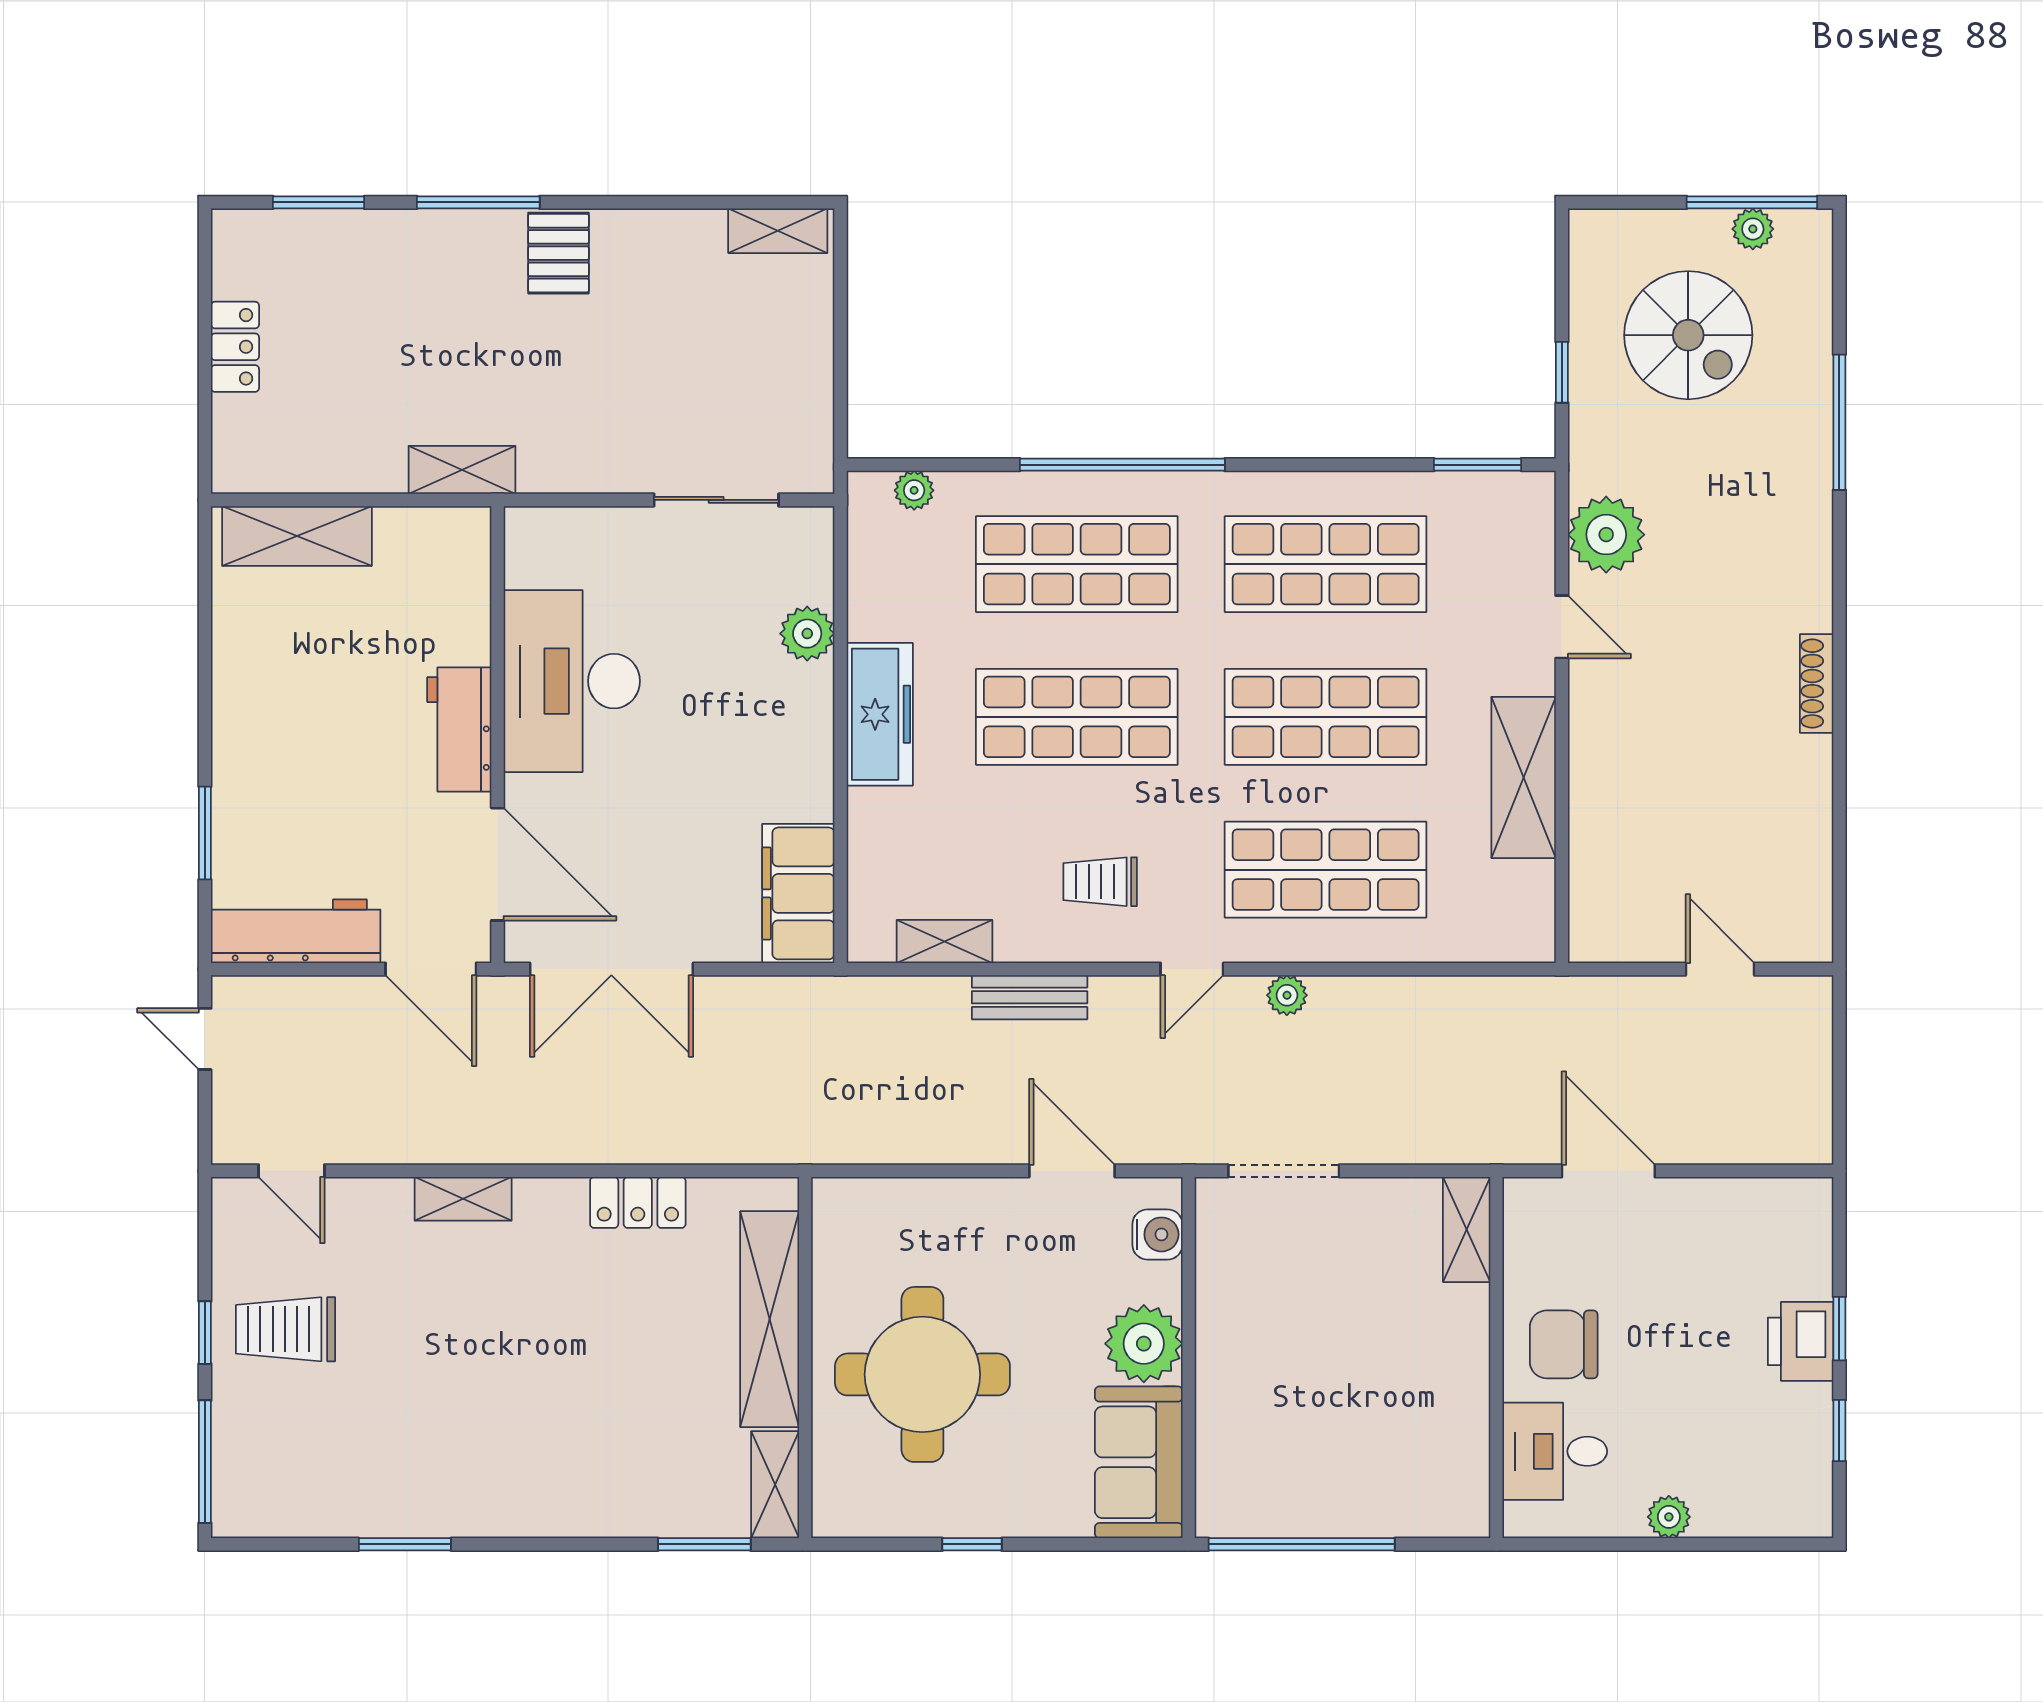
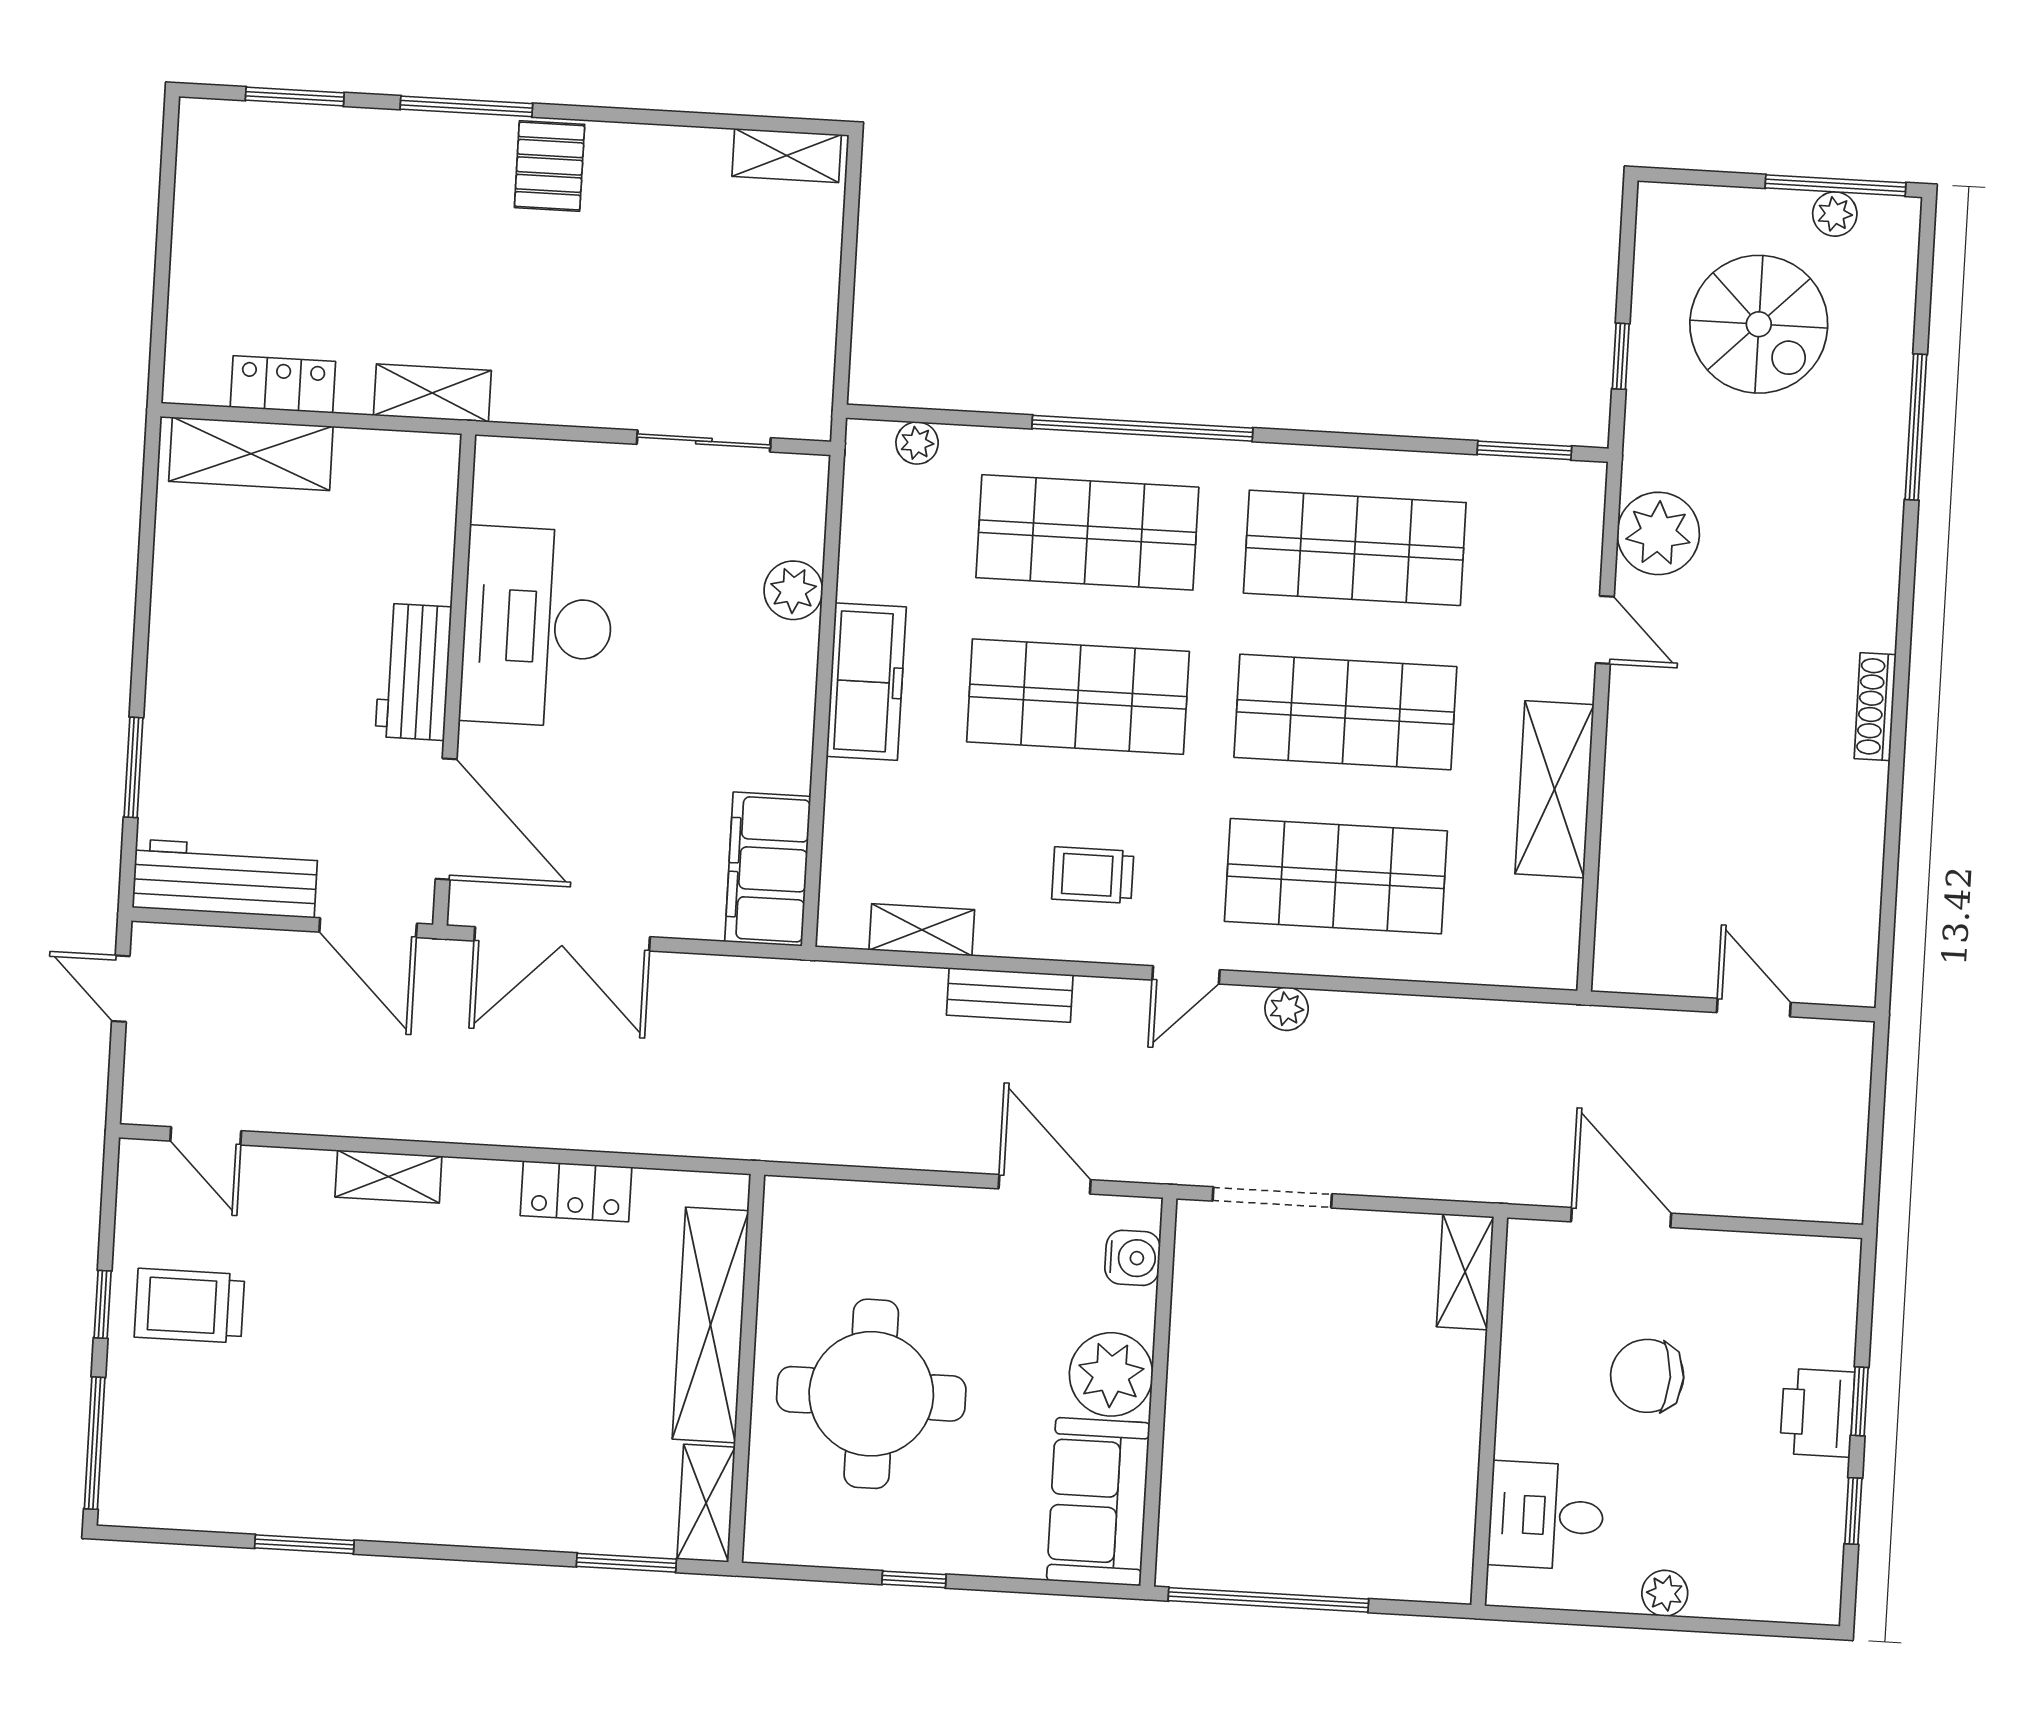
locker: (235, 347) -> (283, 384), moved, turned -90
chair: (1564, 1344) -> (1647, 1376), moved

